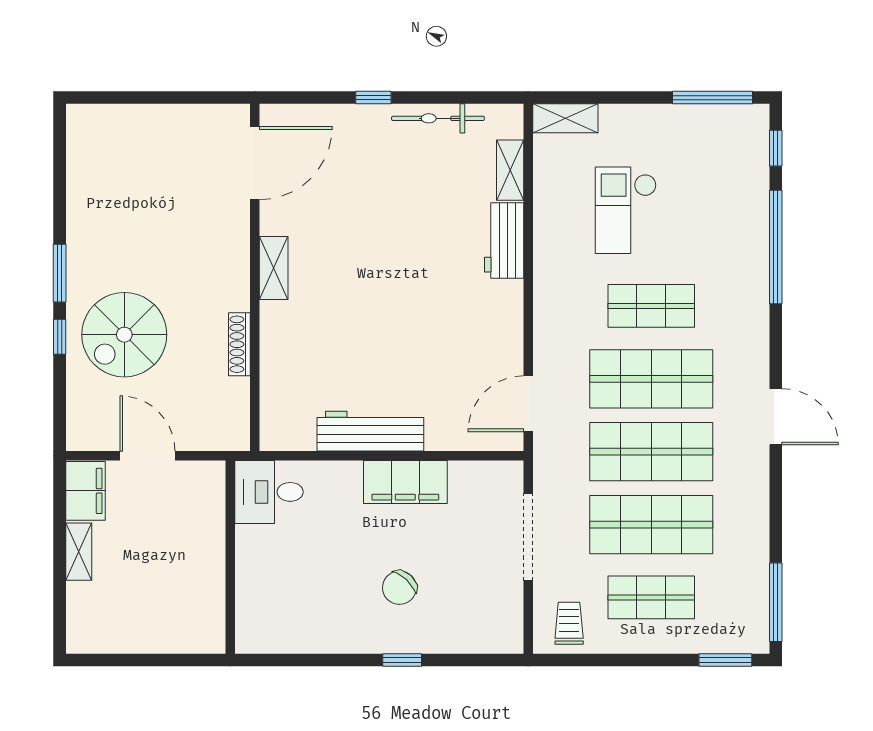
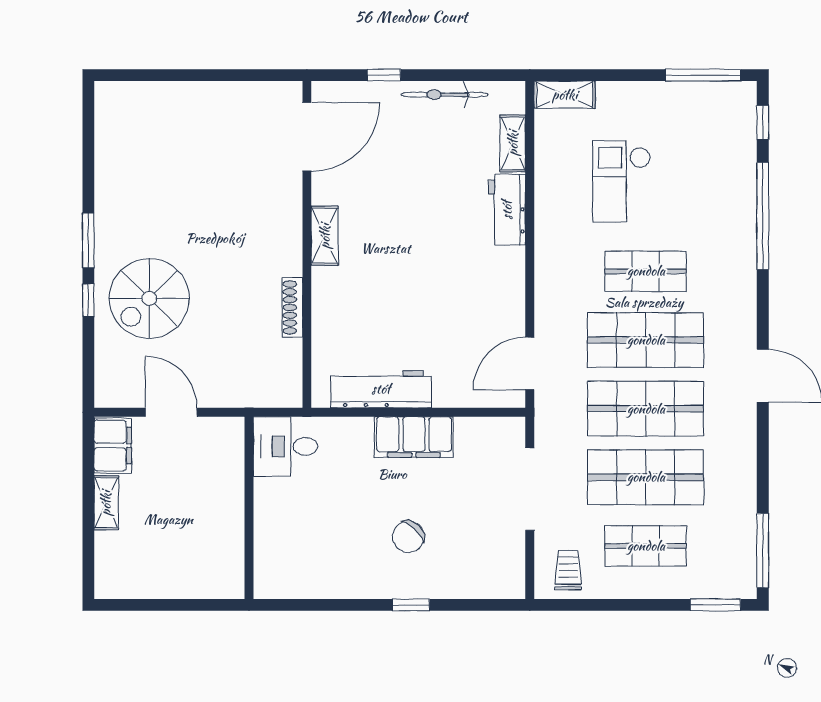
door: (255, 163) -> (307, 137), moved
shelving: (274, 268) -> (325, 236), moved
wall: (255, 277) -> (307, 244), moved
shoe rack: (239, 344) -> (292, 307), moved

